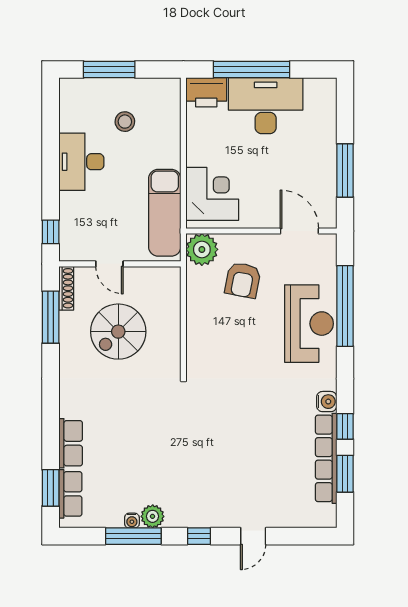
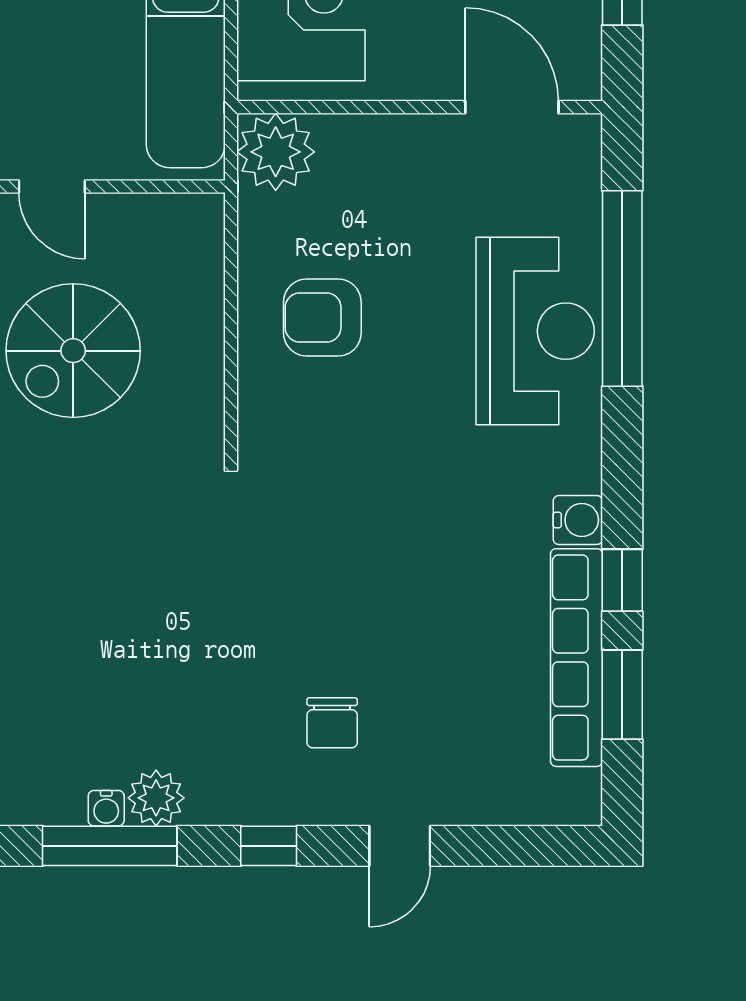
armchair: (243, 280) -> (322, 318), moved, turned 79
chair: (225, 485) -> (332, 723), added

